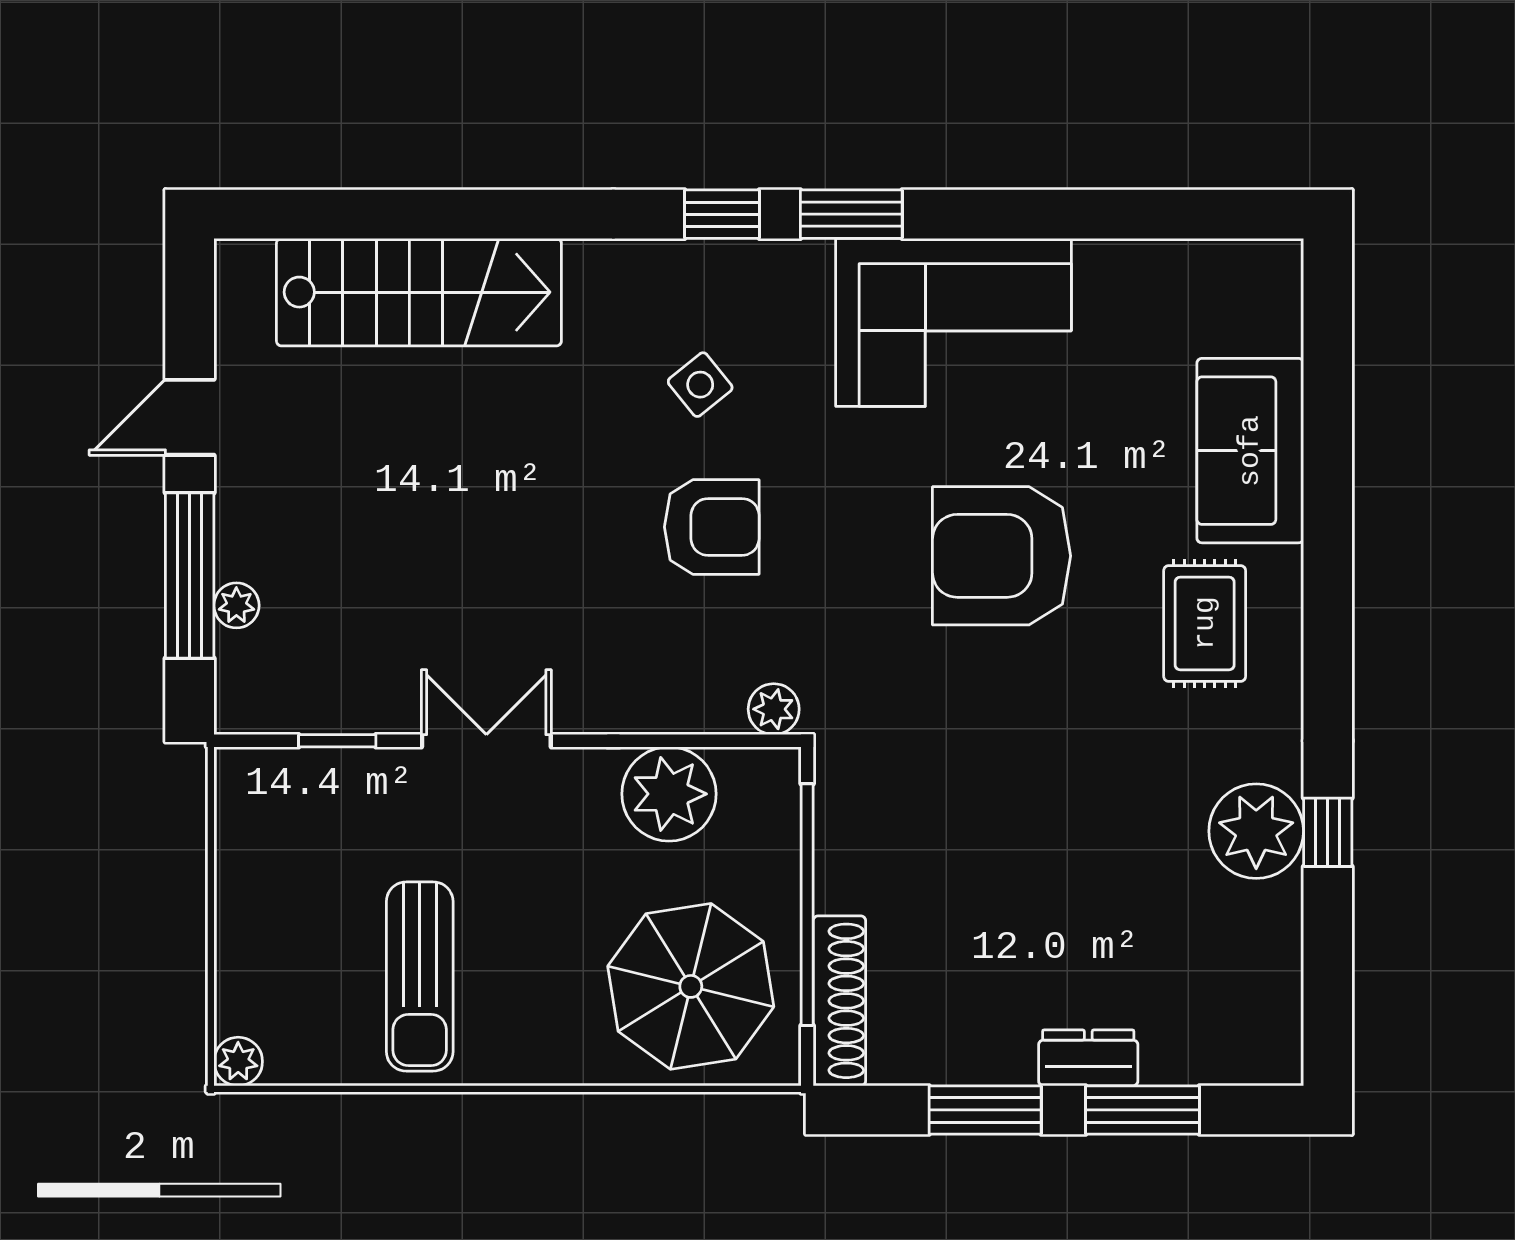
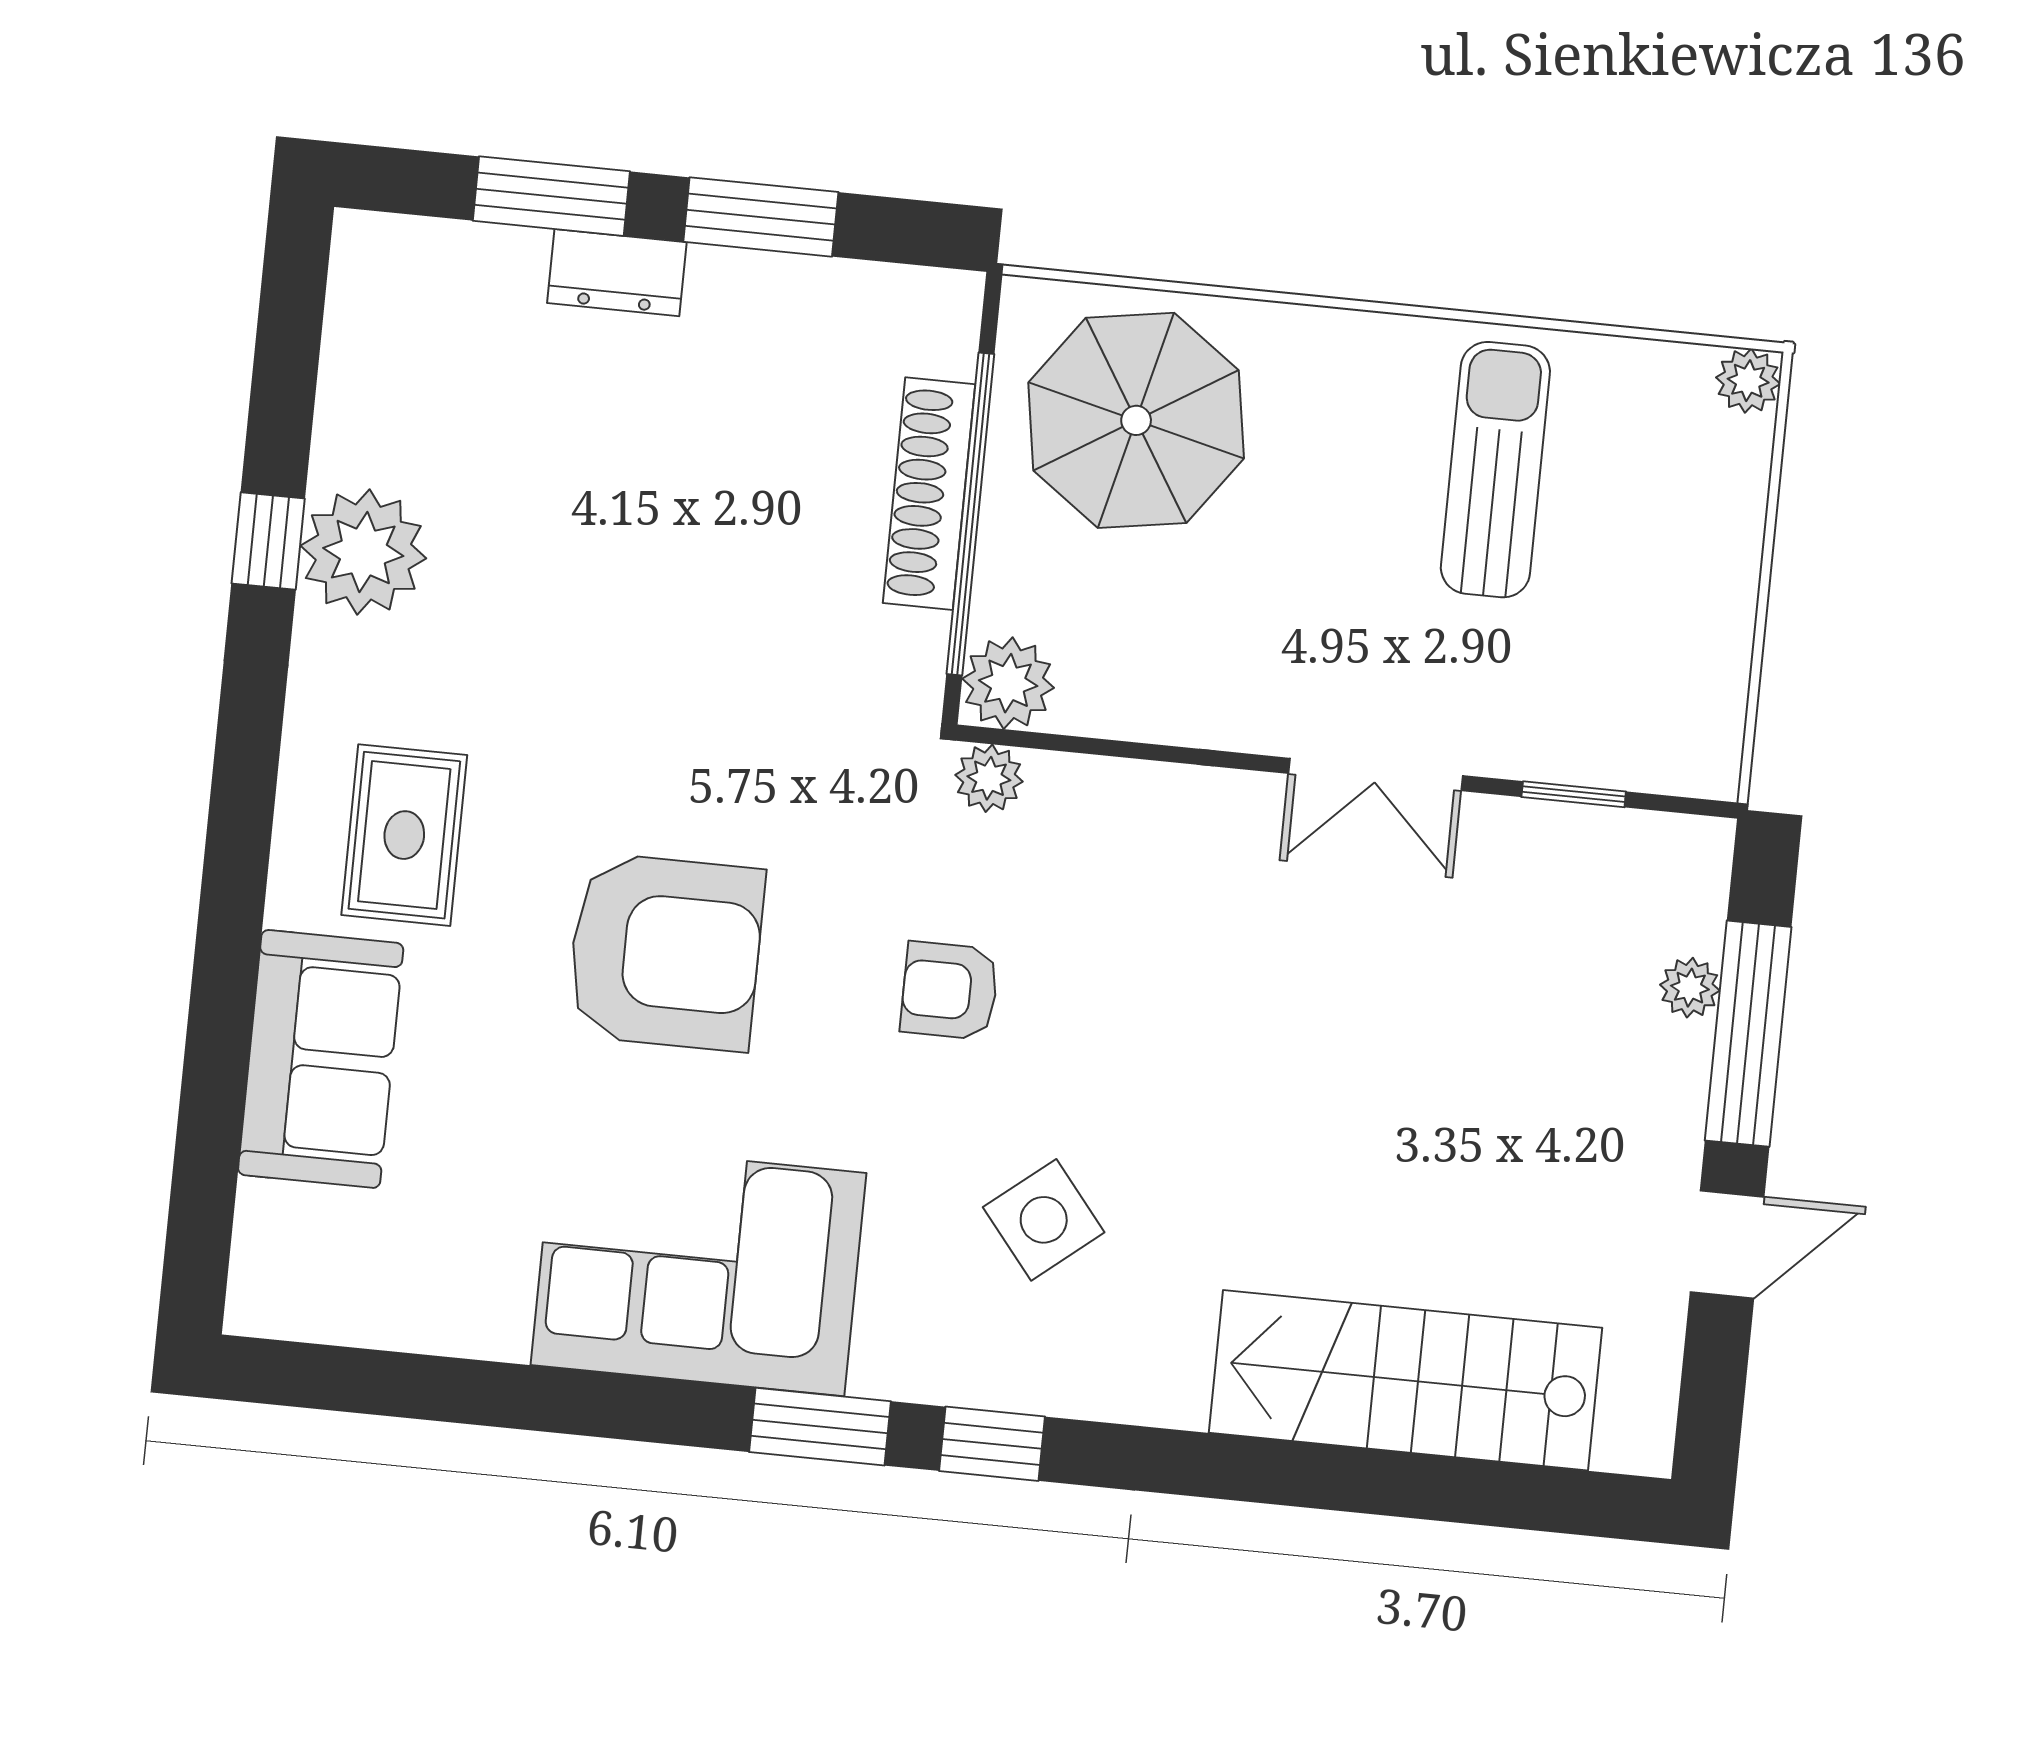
side table: (700, 385) -> (1044, 1220), width x1.37, depth x1.37
armchair: (712, 527) -> (950, 991), moved, width x0.72, depth x0.72
plant: (669, 794) -> (1008, 683), moved, width x0.73, depth x0.73
shoe rack: (839, 1001) -> (929, 494), moved

